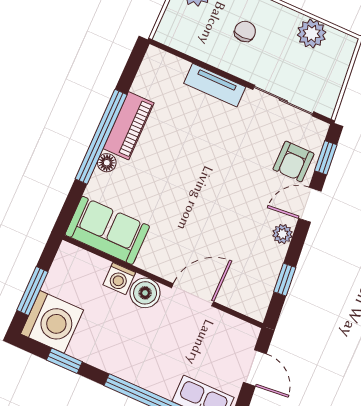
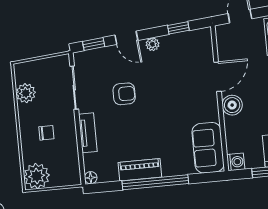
chair: (245, 31) -> (46, 133), turned 180
armchair: (294, 162) -> (124, 94), moved
floor lamp: (107, 163) -> (91, 178), moved
washing machine: (119, 279) -> (236, 162), moved
door: (193, 295) -> (218, 77), swing flipped

